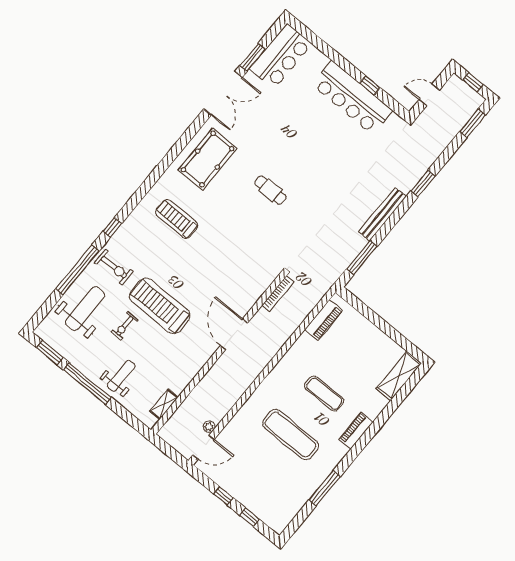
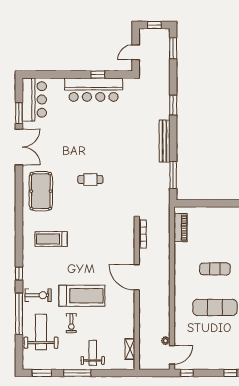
treadmill: (160, 306) -> (82, 296), turned 180
window: (87, 384) -> (77, 373), width x0.68
window: (223, 496) -> (187, 373), moved

